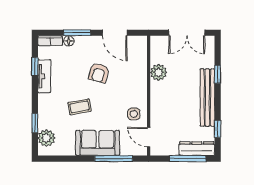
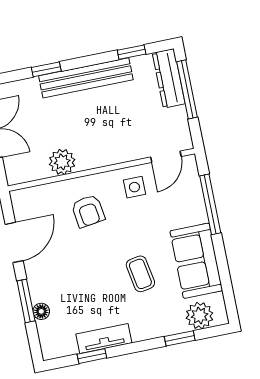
bookcase: (50, 41) -> (47, 340), removed
armchair: (99, 73) -> (88, 211), moved, turned 68
sofa: (98, 143) -> (196, 261), moved

